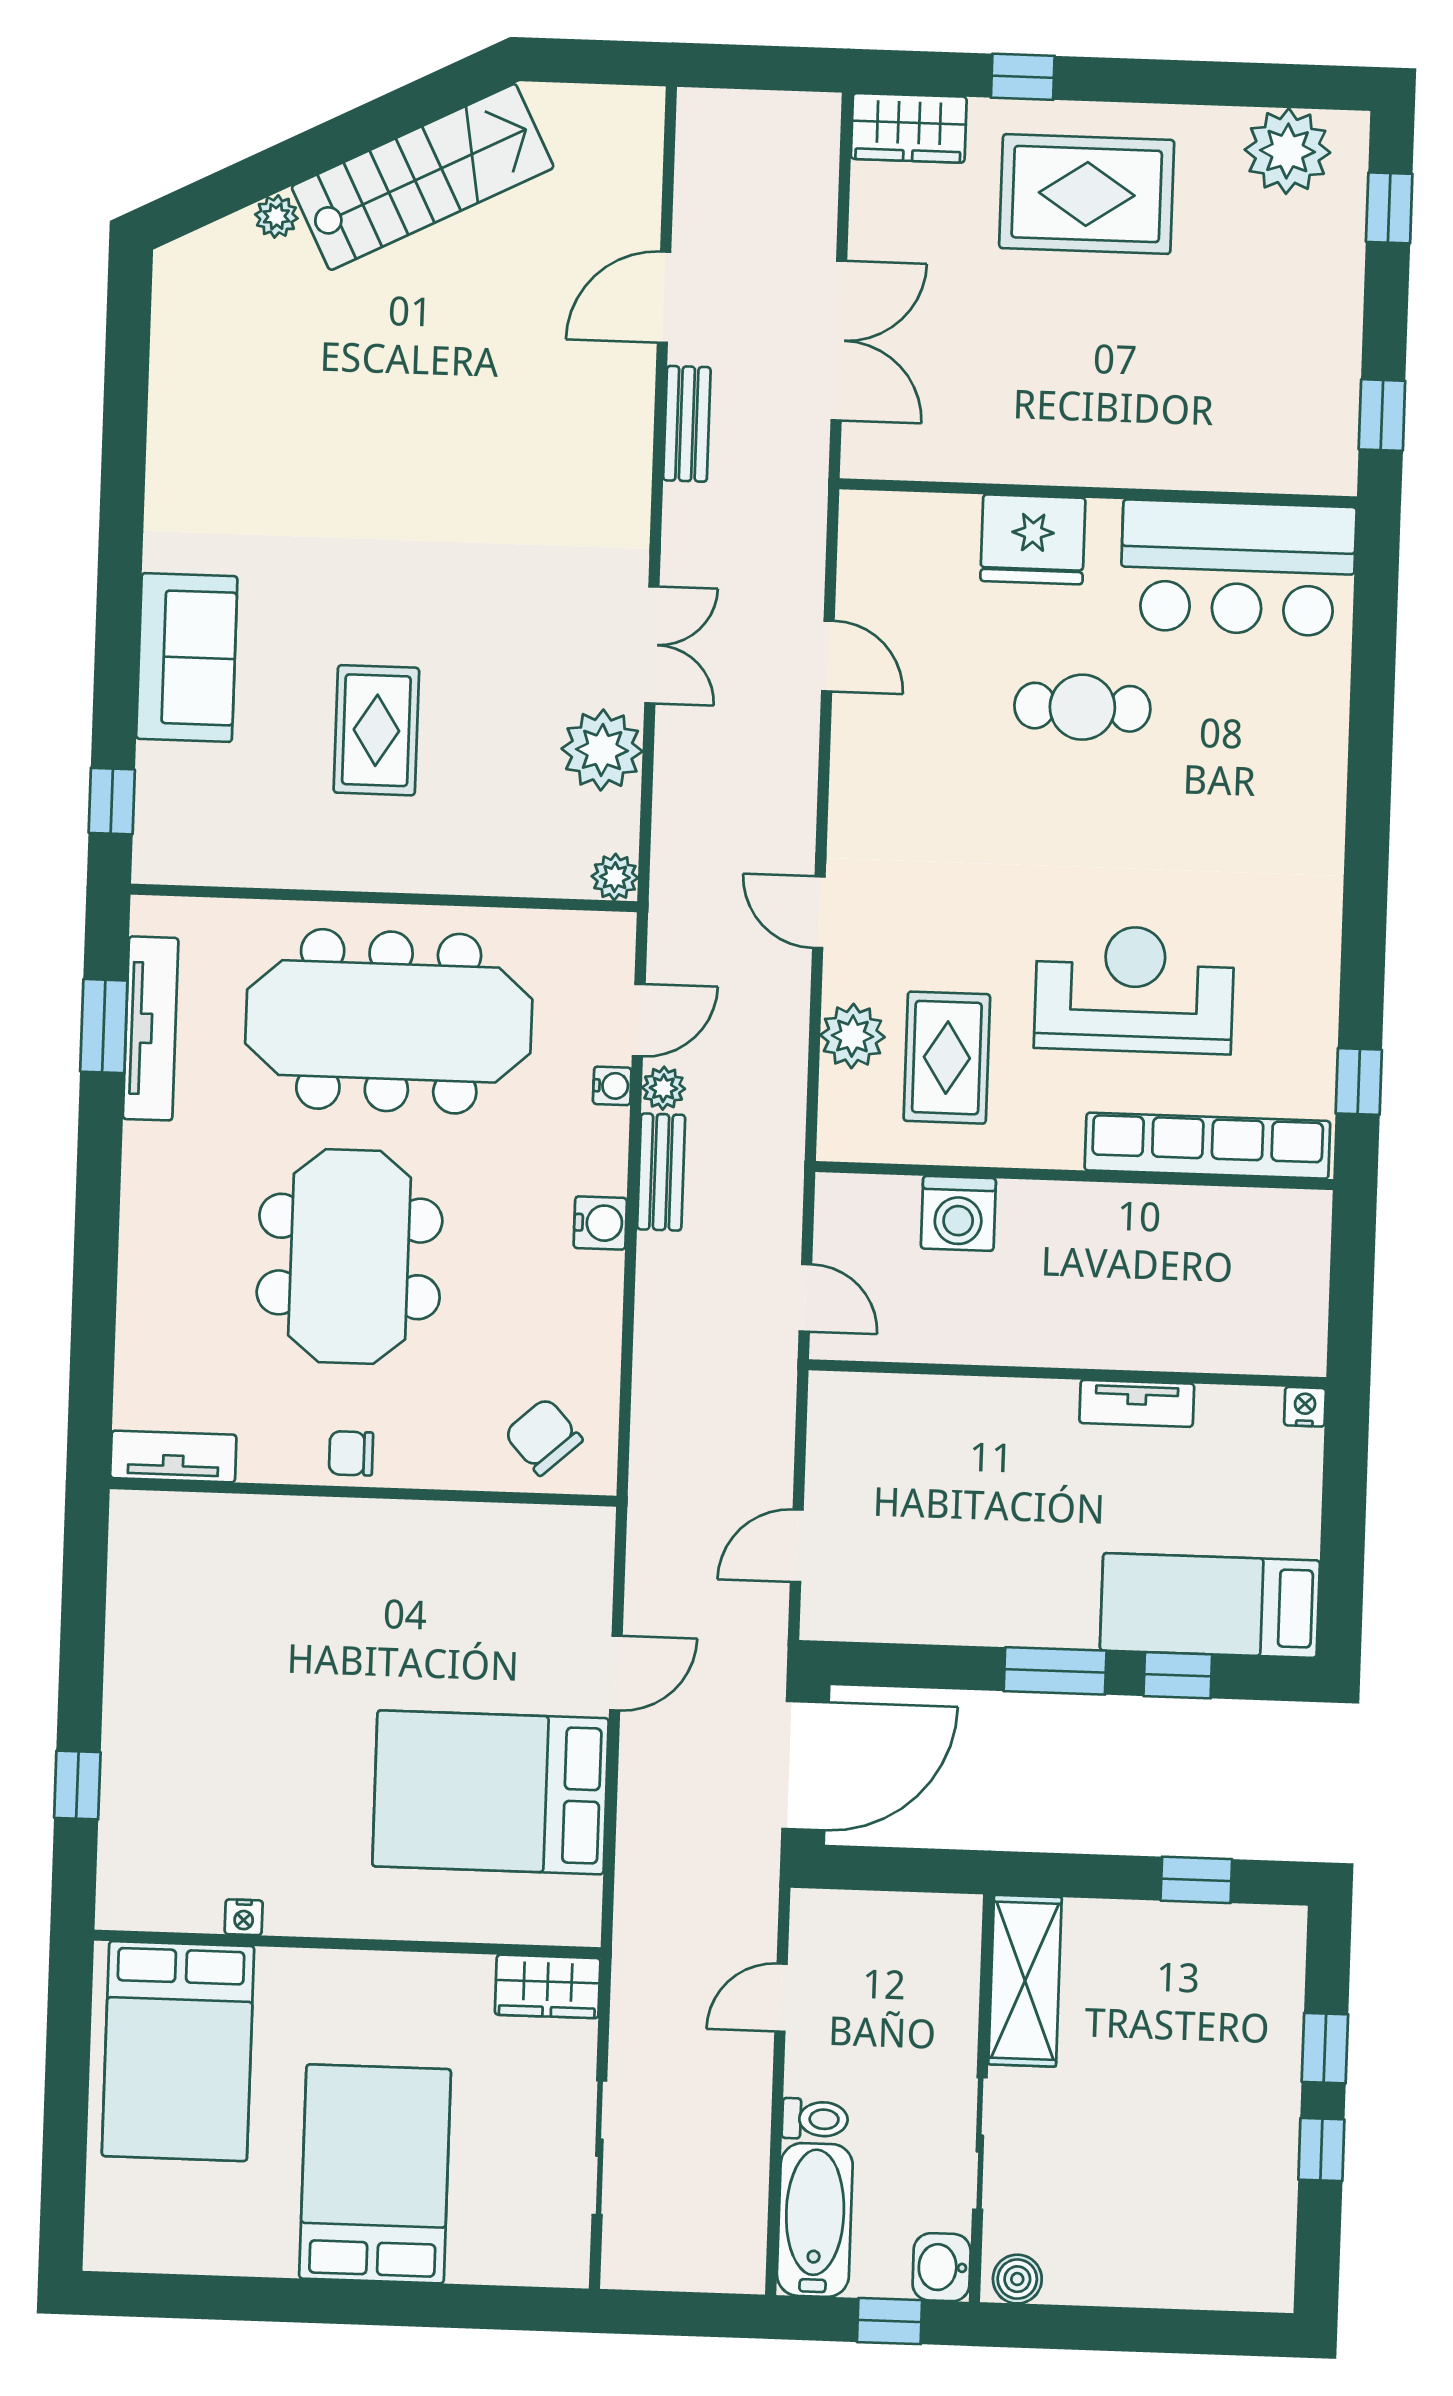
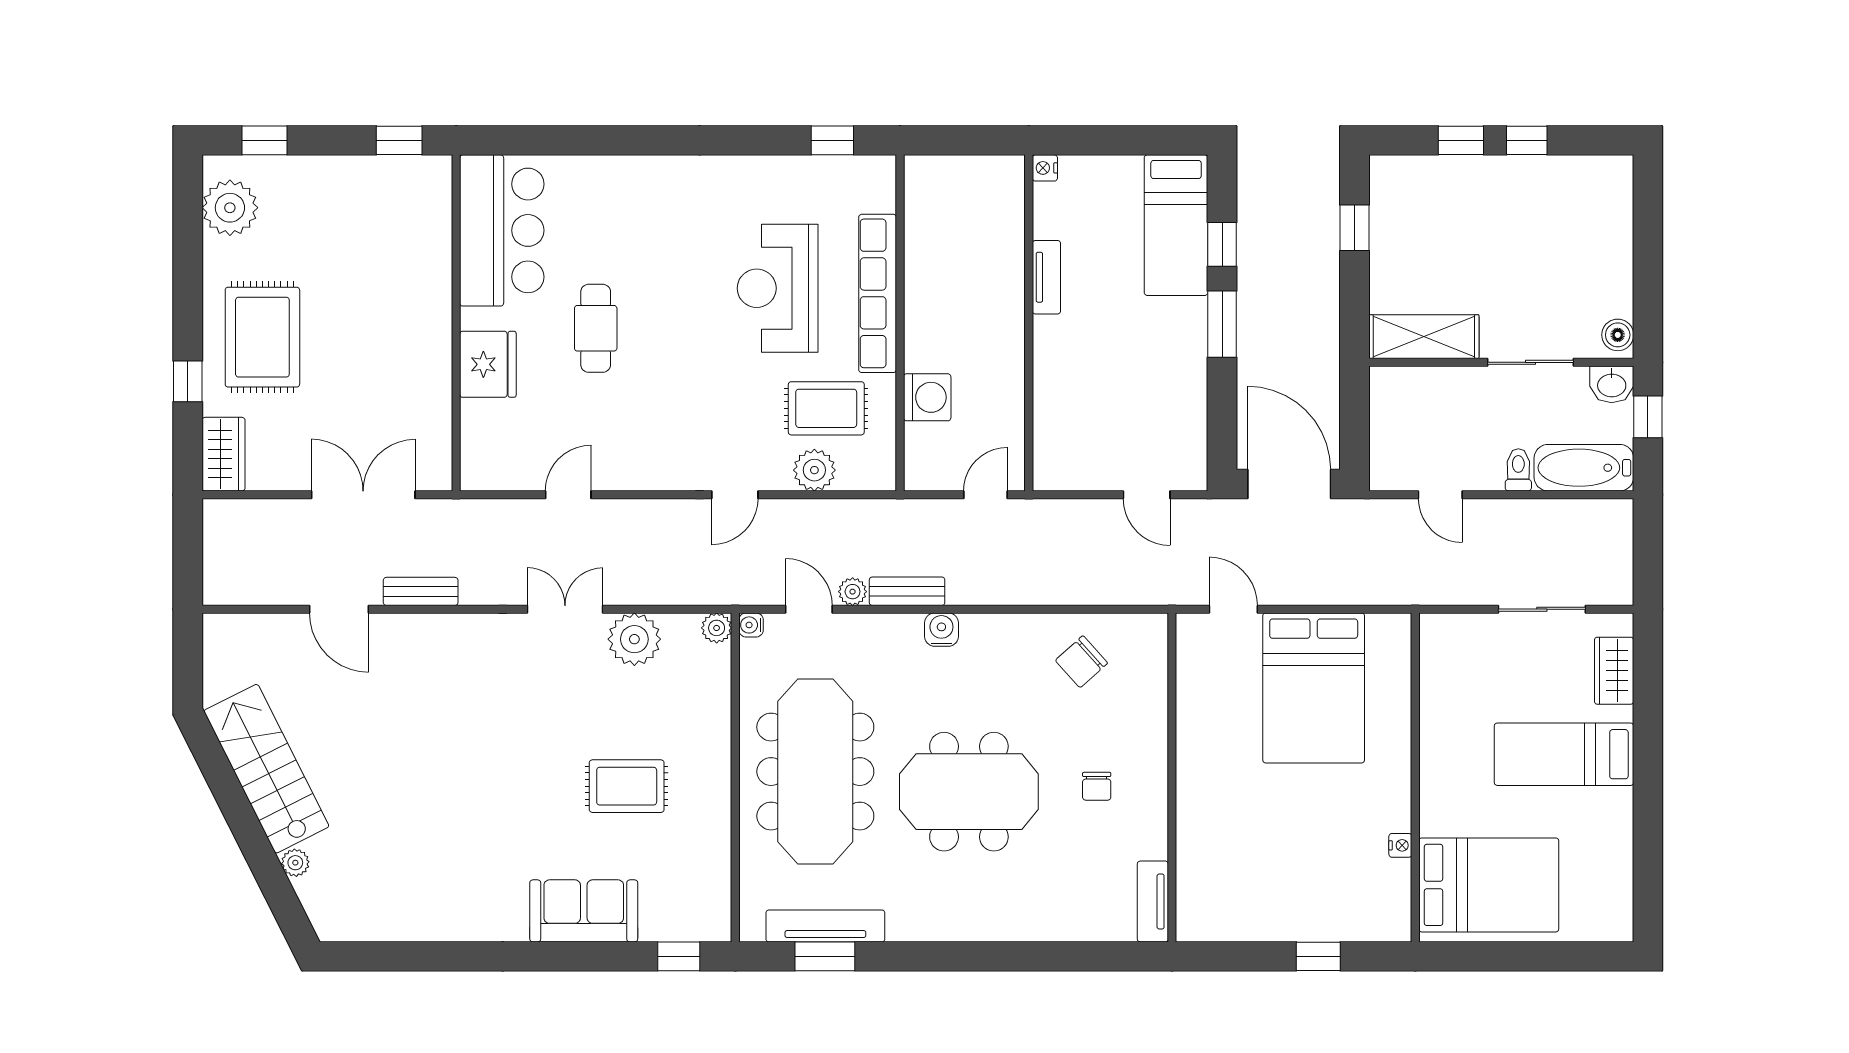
water cooler: (612, 1086) -> (751, 625), moved, turned -90
row of seats: (1207, 1146) -> (878, 293), moved
tv unit: (173, 1456) -> (1153, 901), moved
wall: (363, 1492) -> (1172, 777), moved
wardrobe: (548, 1986) -> (1614, 671), moved, turned 180
bed: (375, 2174) -> (1564, 754), width x0.67

